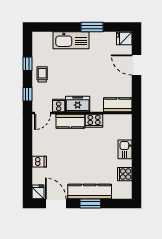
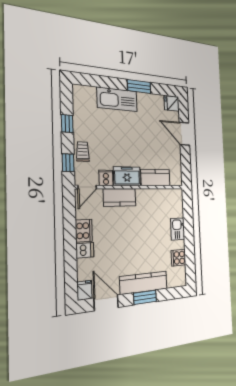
trolley: (42, 74) -> (83, 152), moved
kitchen counter: (118, 105) -> (155, 178), moved
cooker: (94, 121) -> (84, 231), moved, turned -90

